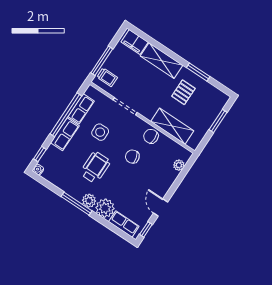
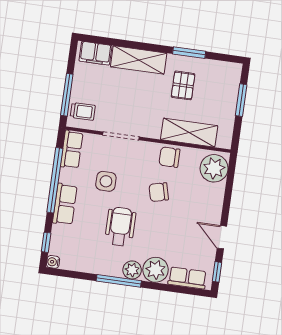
row of seats: (81, 109) -> (72, 149), moved
plant: (179, 165) -> (214, 168), width x1.87, depth x1.87

